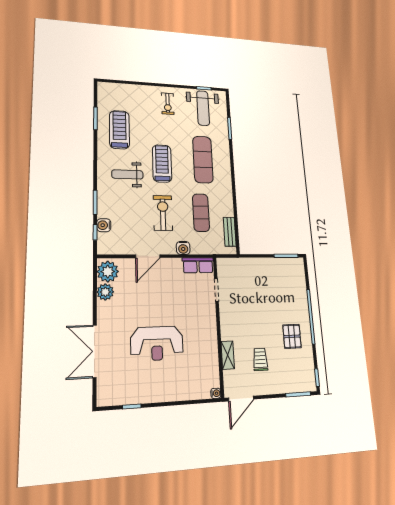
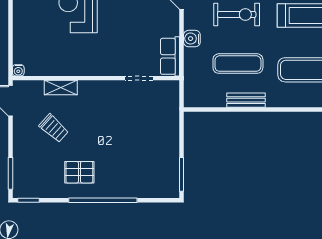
bench: (230, 232) -> (246, 100), moved
trolley: (260, 359) -> (54, 128), turned 42

